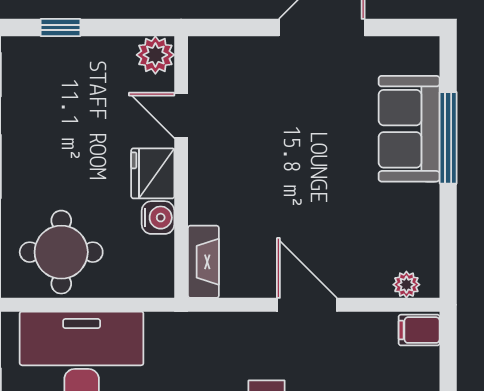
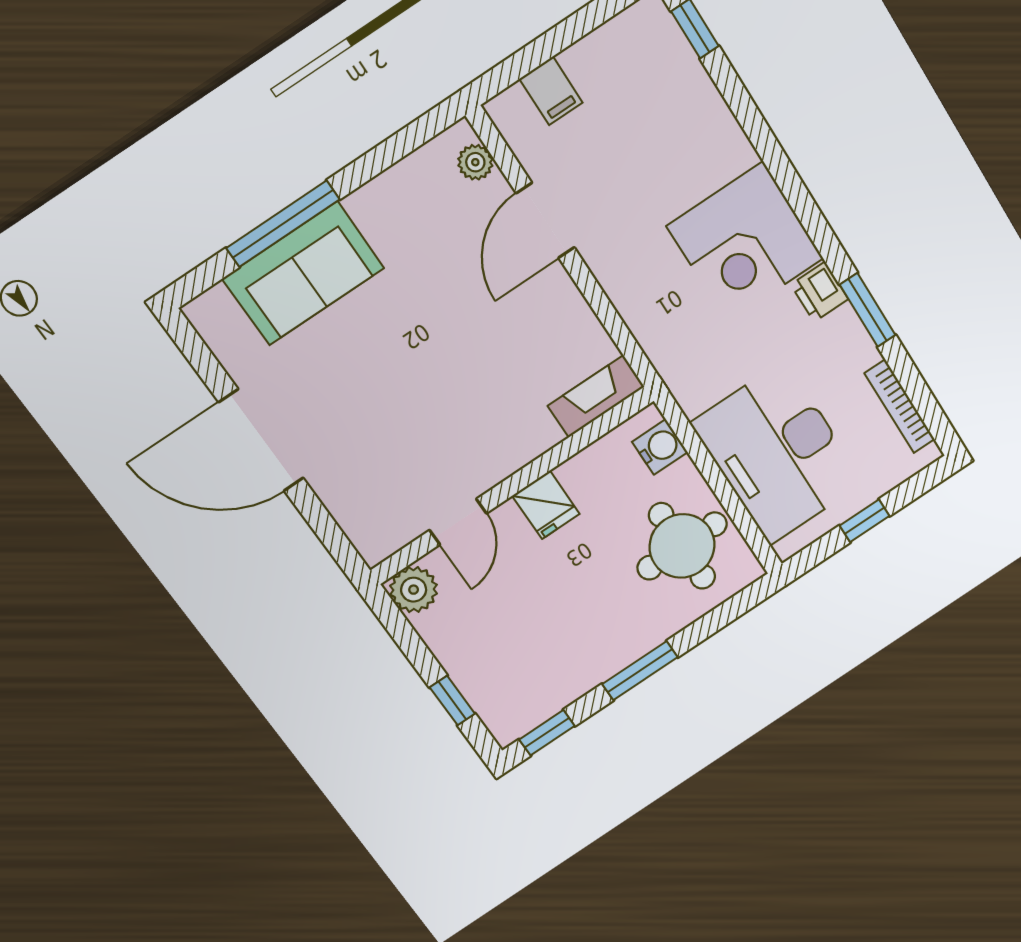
fridge: (153, 173) -> (546, 505), width x0.72
water cooler: (158, 218) -> (660, 447), moved, turned 90
door: (307, 305) -> (545, 220), moved
filing cabinet: (419, 330) -> (551, 91), moved

